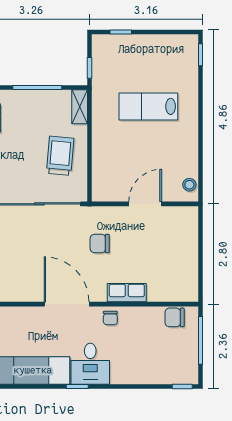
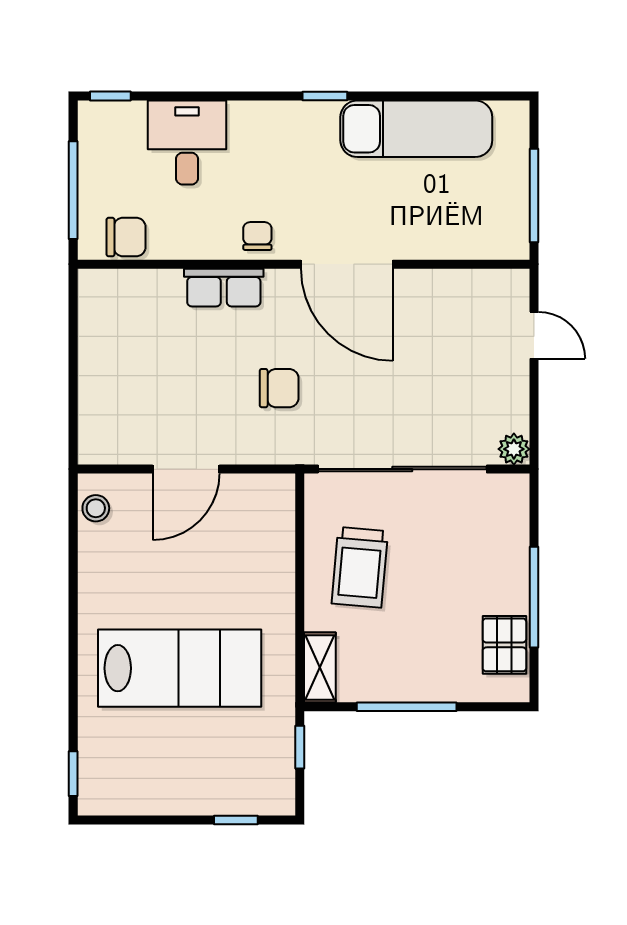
lab bench: (148, 106) -> (180, 668), width x1.36, depth x1.39
desk: (90, 364) -> (187, 143), moved

